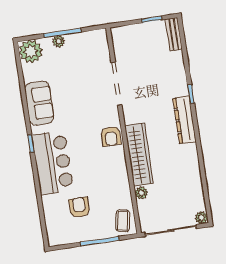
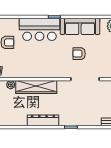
sofa: (39, 103) -> (80, 26), width x1.36
dresser: (184, 120) -> (43, 120), moved
armchair: (111, 136) -> (79, 54), moved

